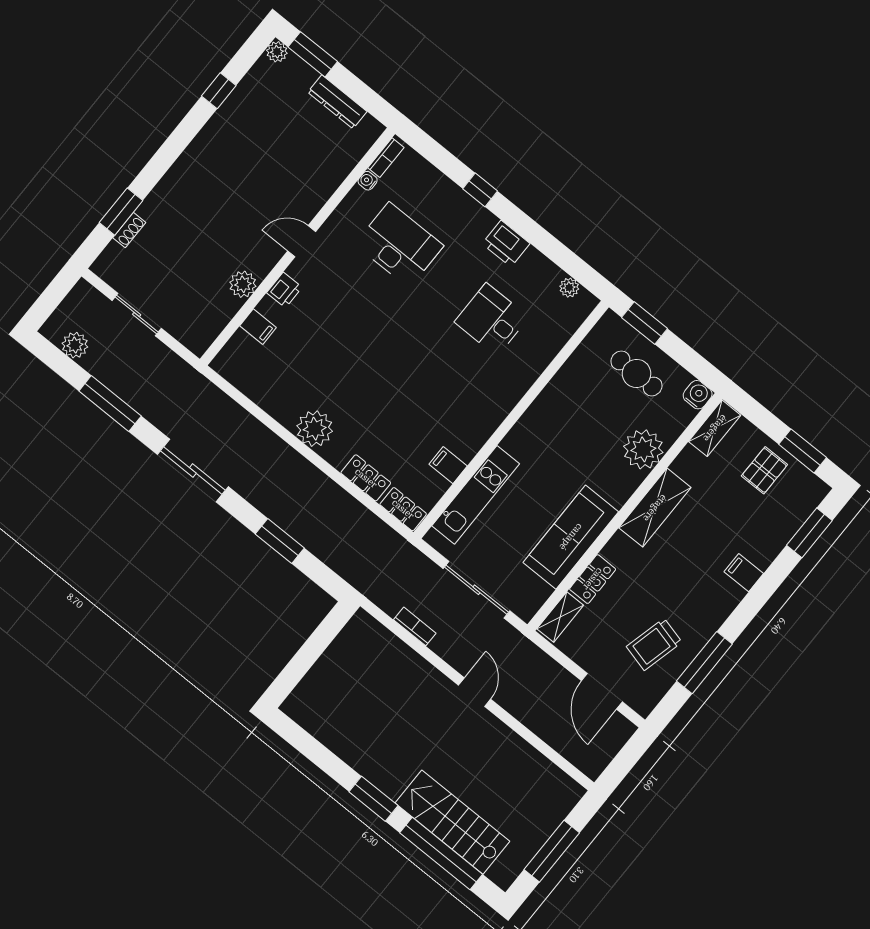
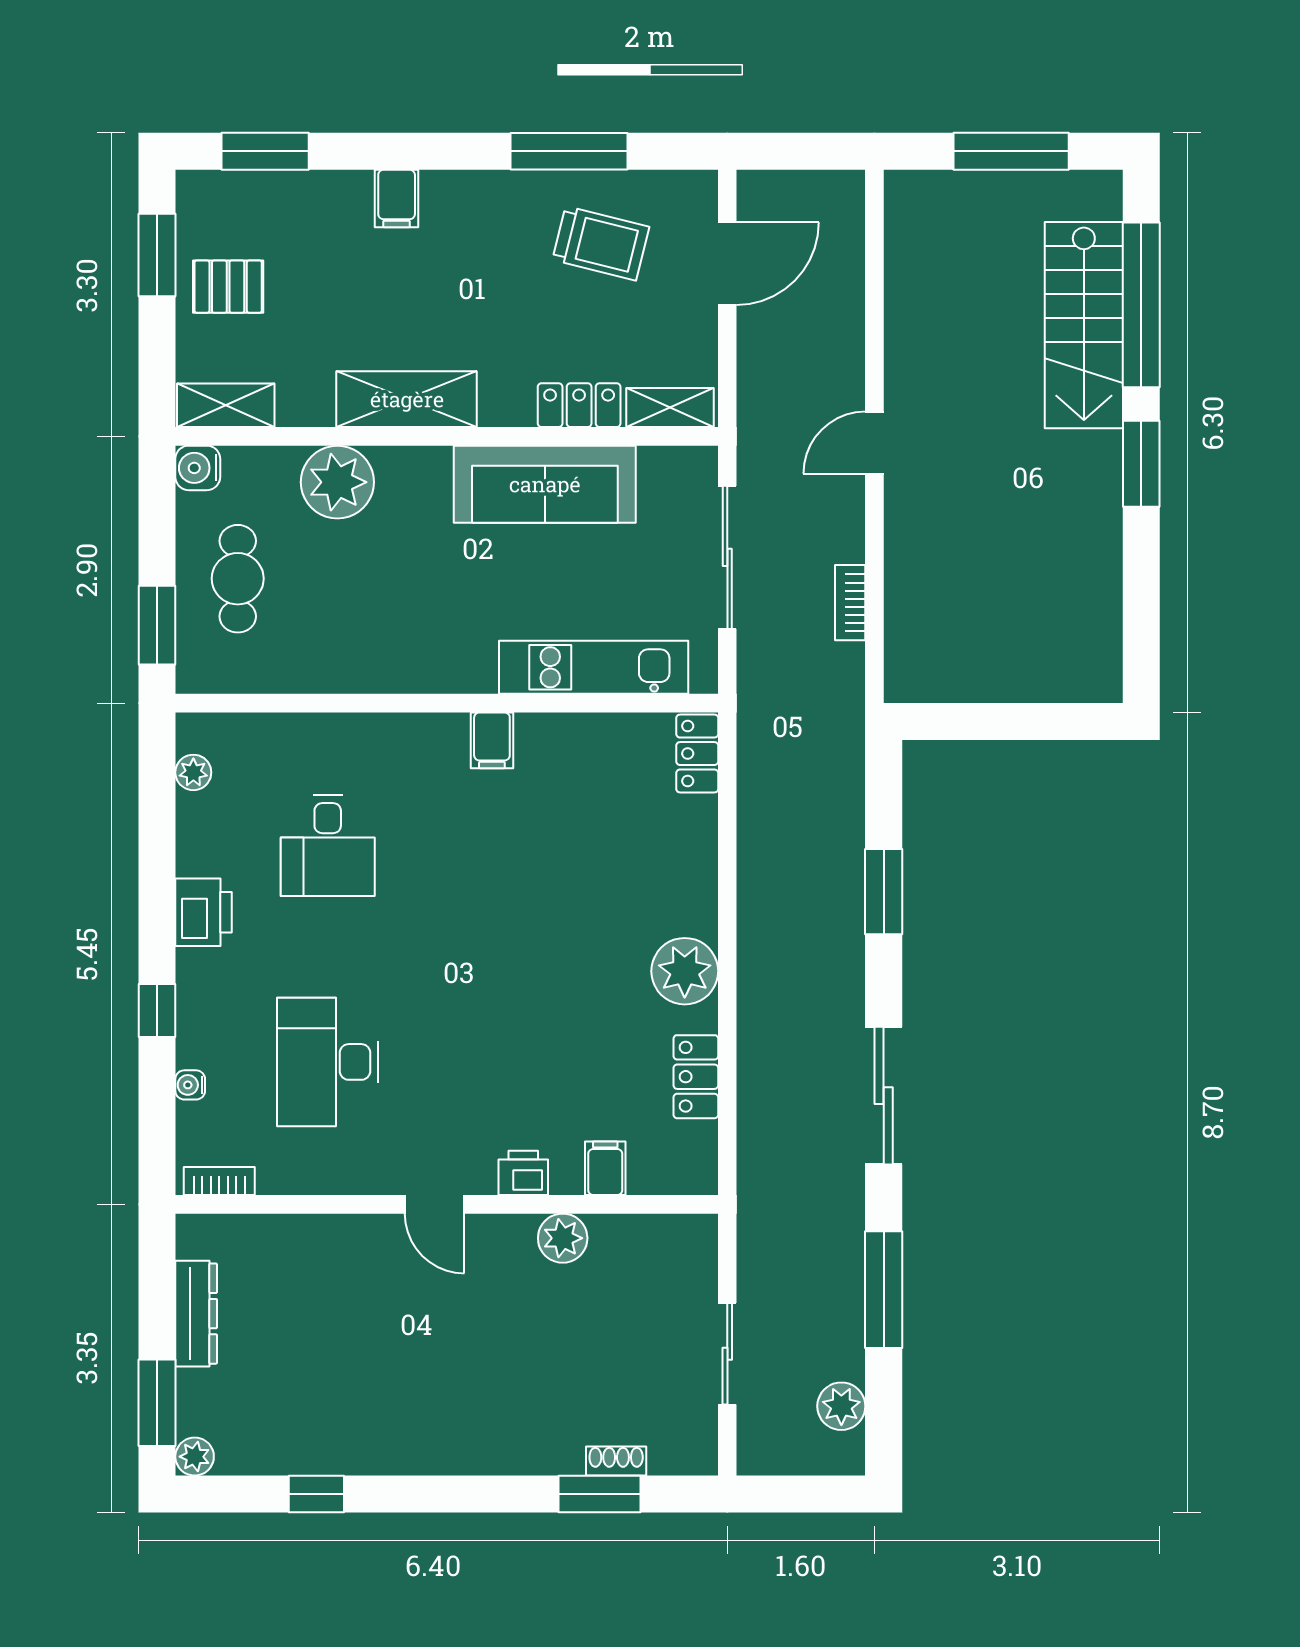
water cooler: (368, 181) -> (190, 1085), moved, turned 90
filing cabinet: (448, 465) -> (492, 740), moved
locker: (366, 478) -> (696, 1077), moved

